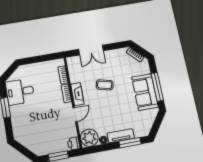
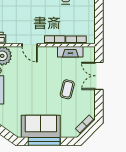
coffee table: (105, 85) -> (67, 89), moved
fireplace: (77, 94) -> (70, 52), moved

